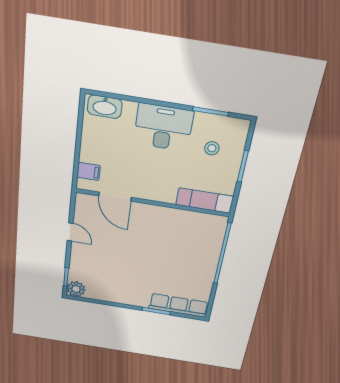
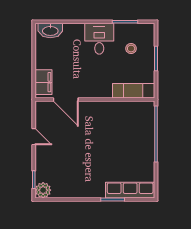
desk: (163, 127) -> (99, 39), width x0.73
filing cabinet: (89, 171) -> (44, 82), width x2.00

